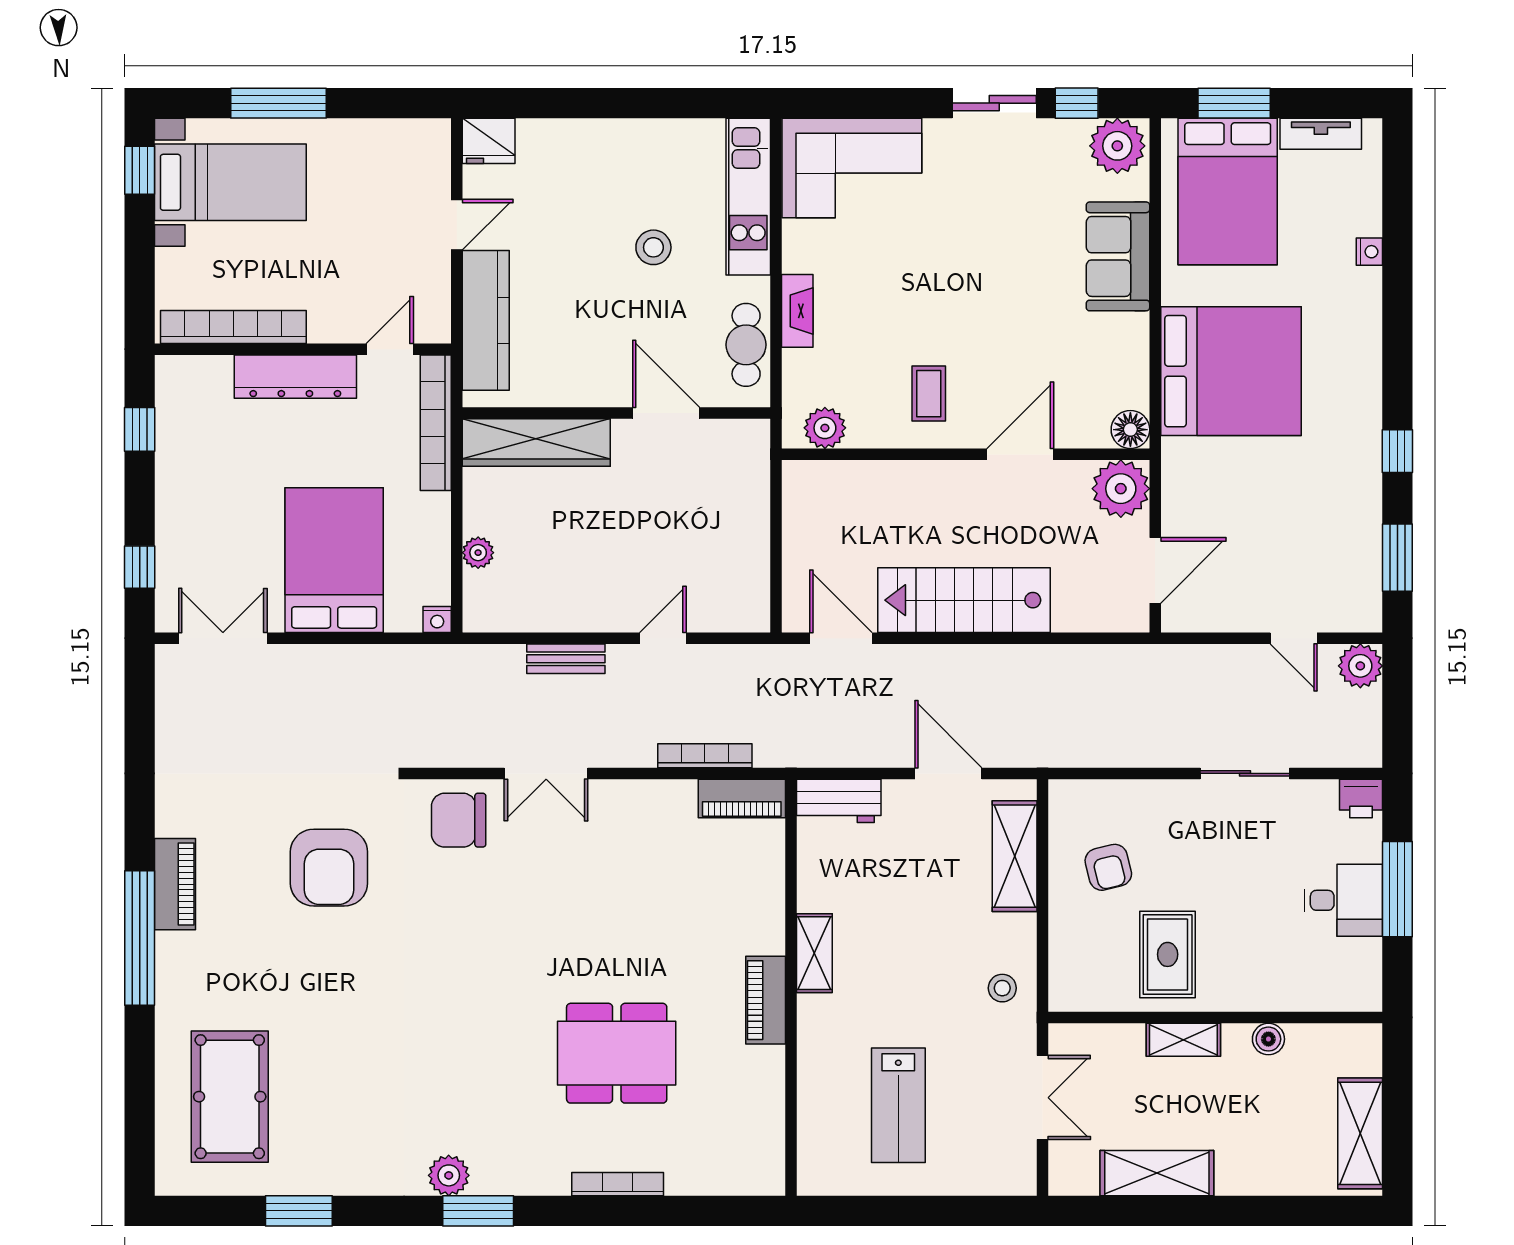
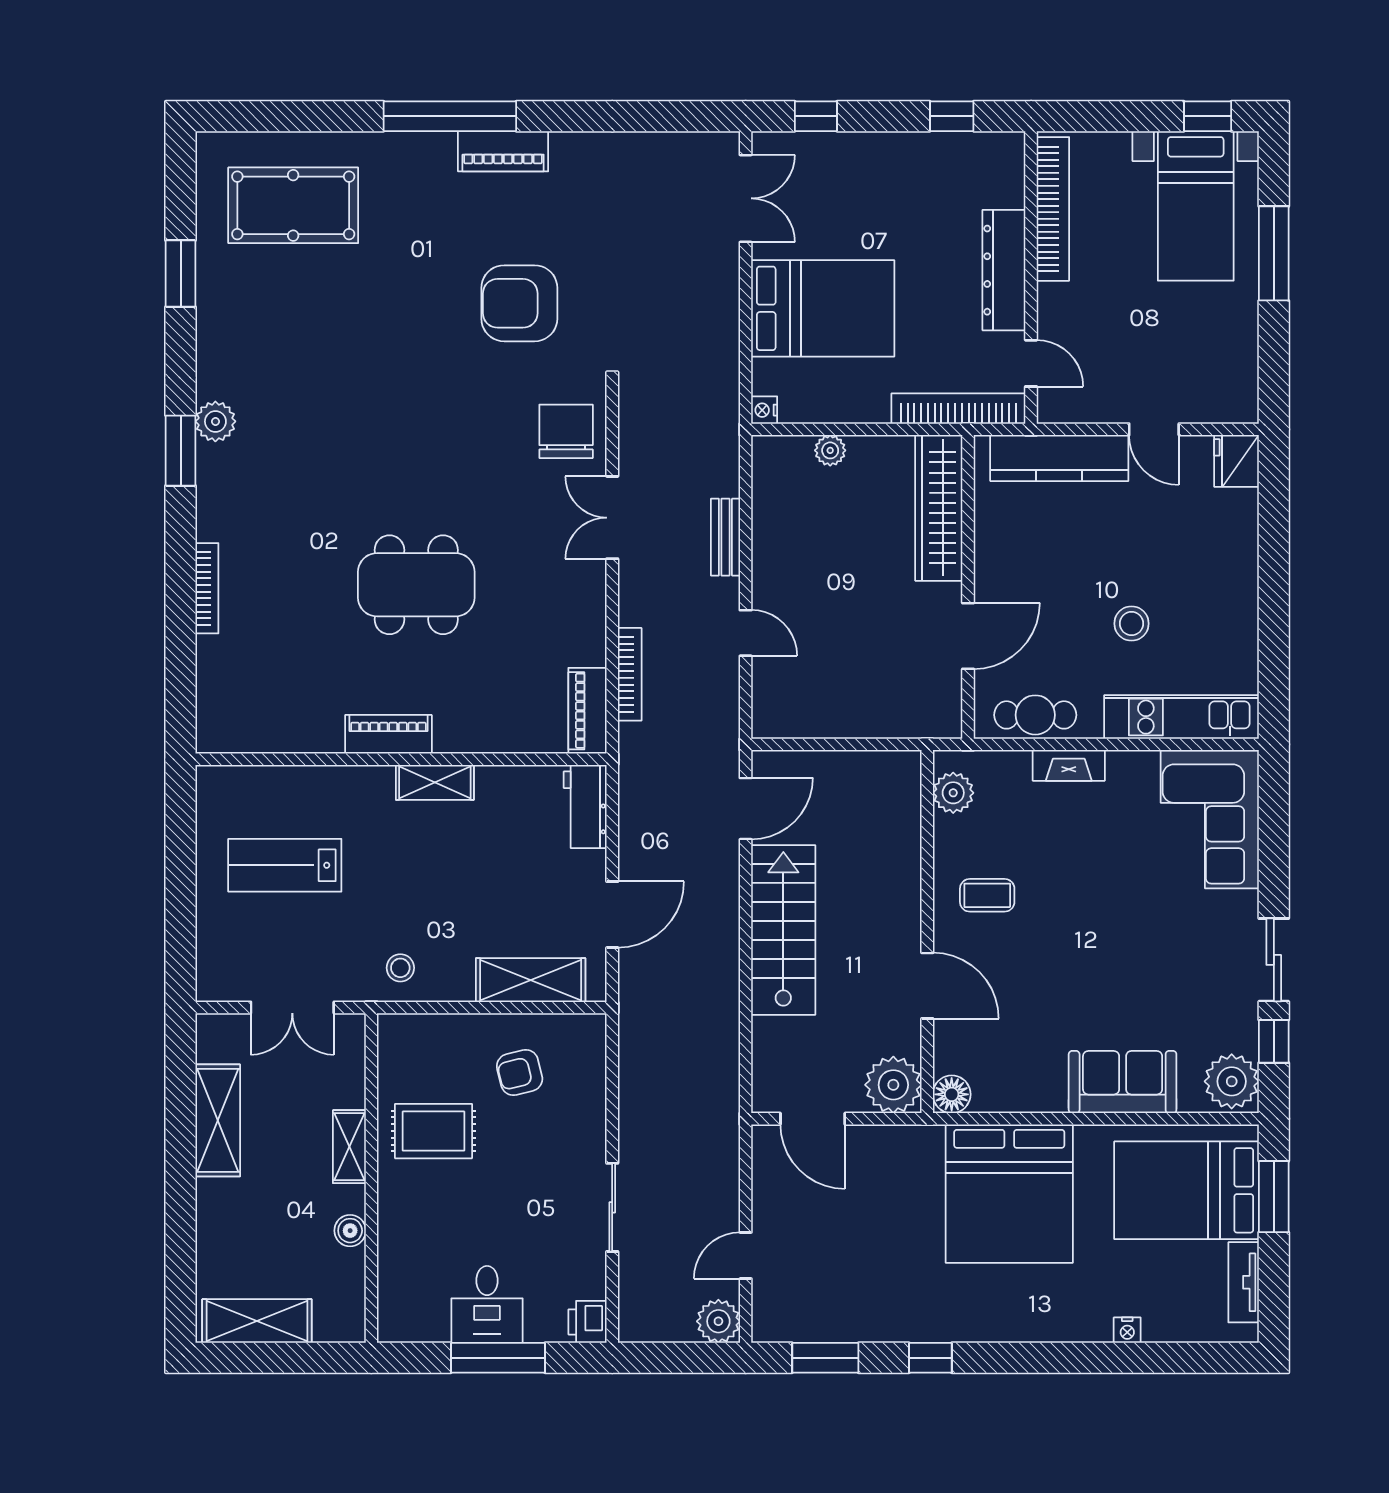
dining table: (617, 1053) -> (416, 585), moved, turned 90

